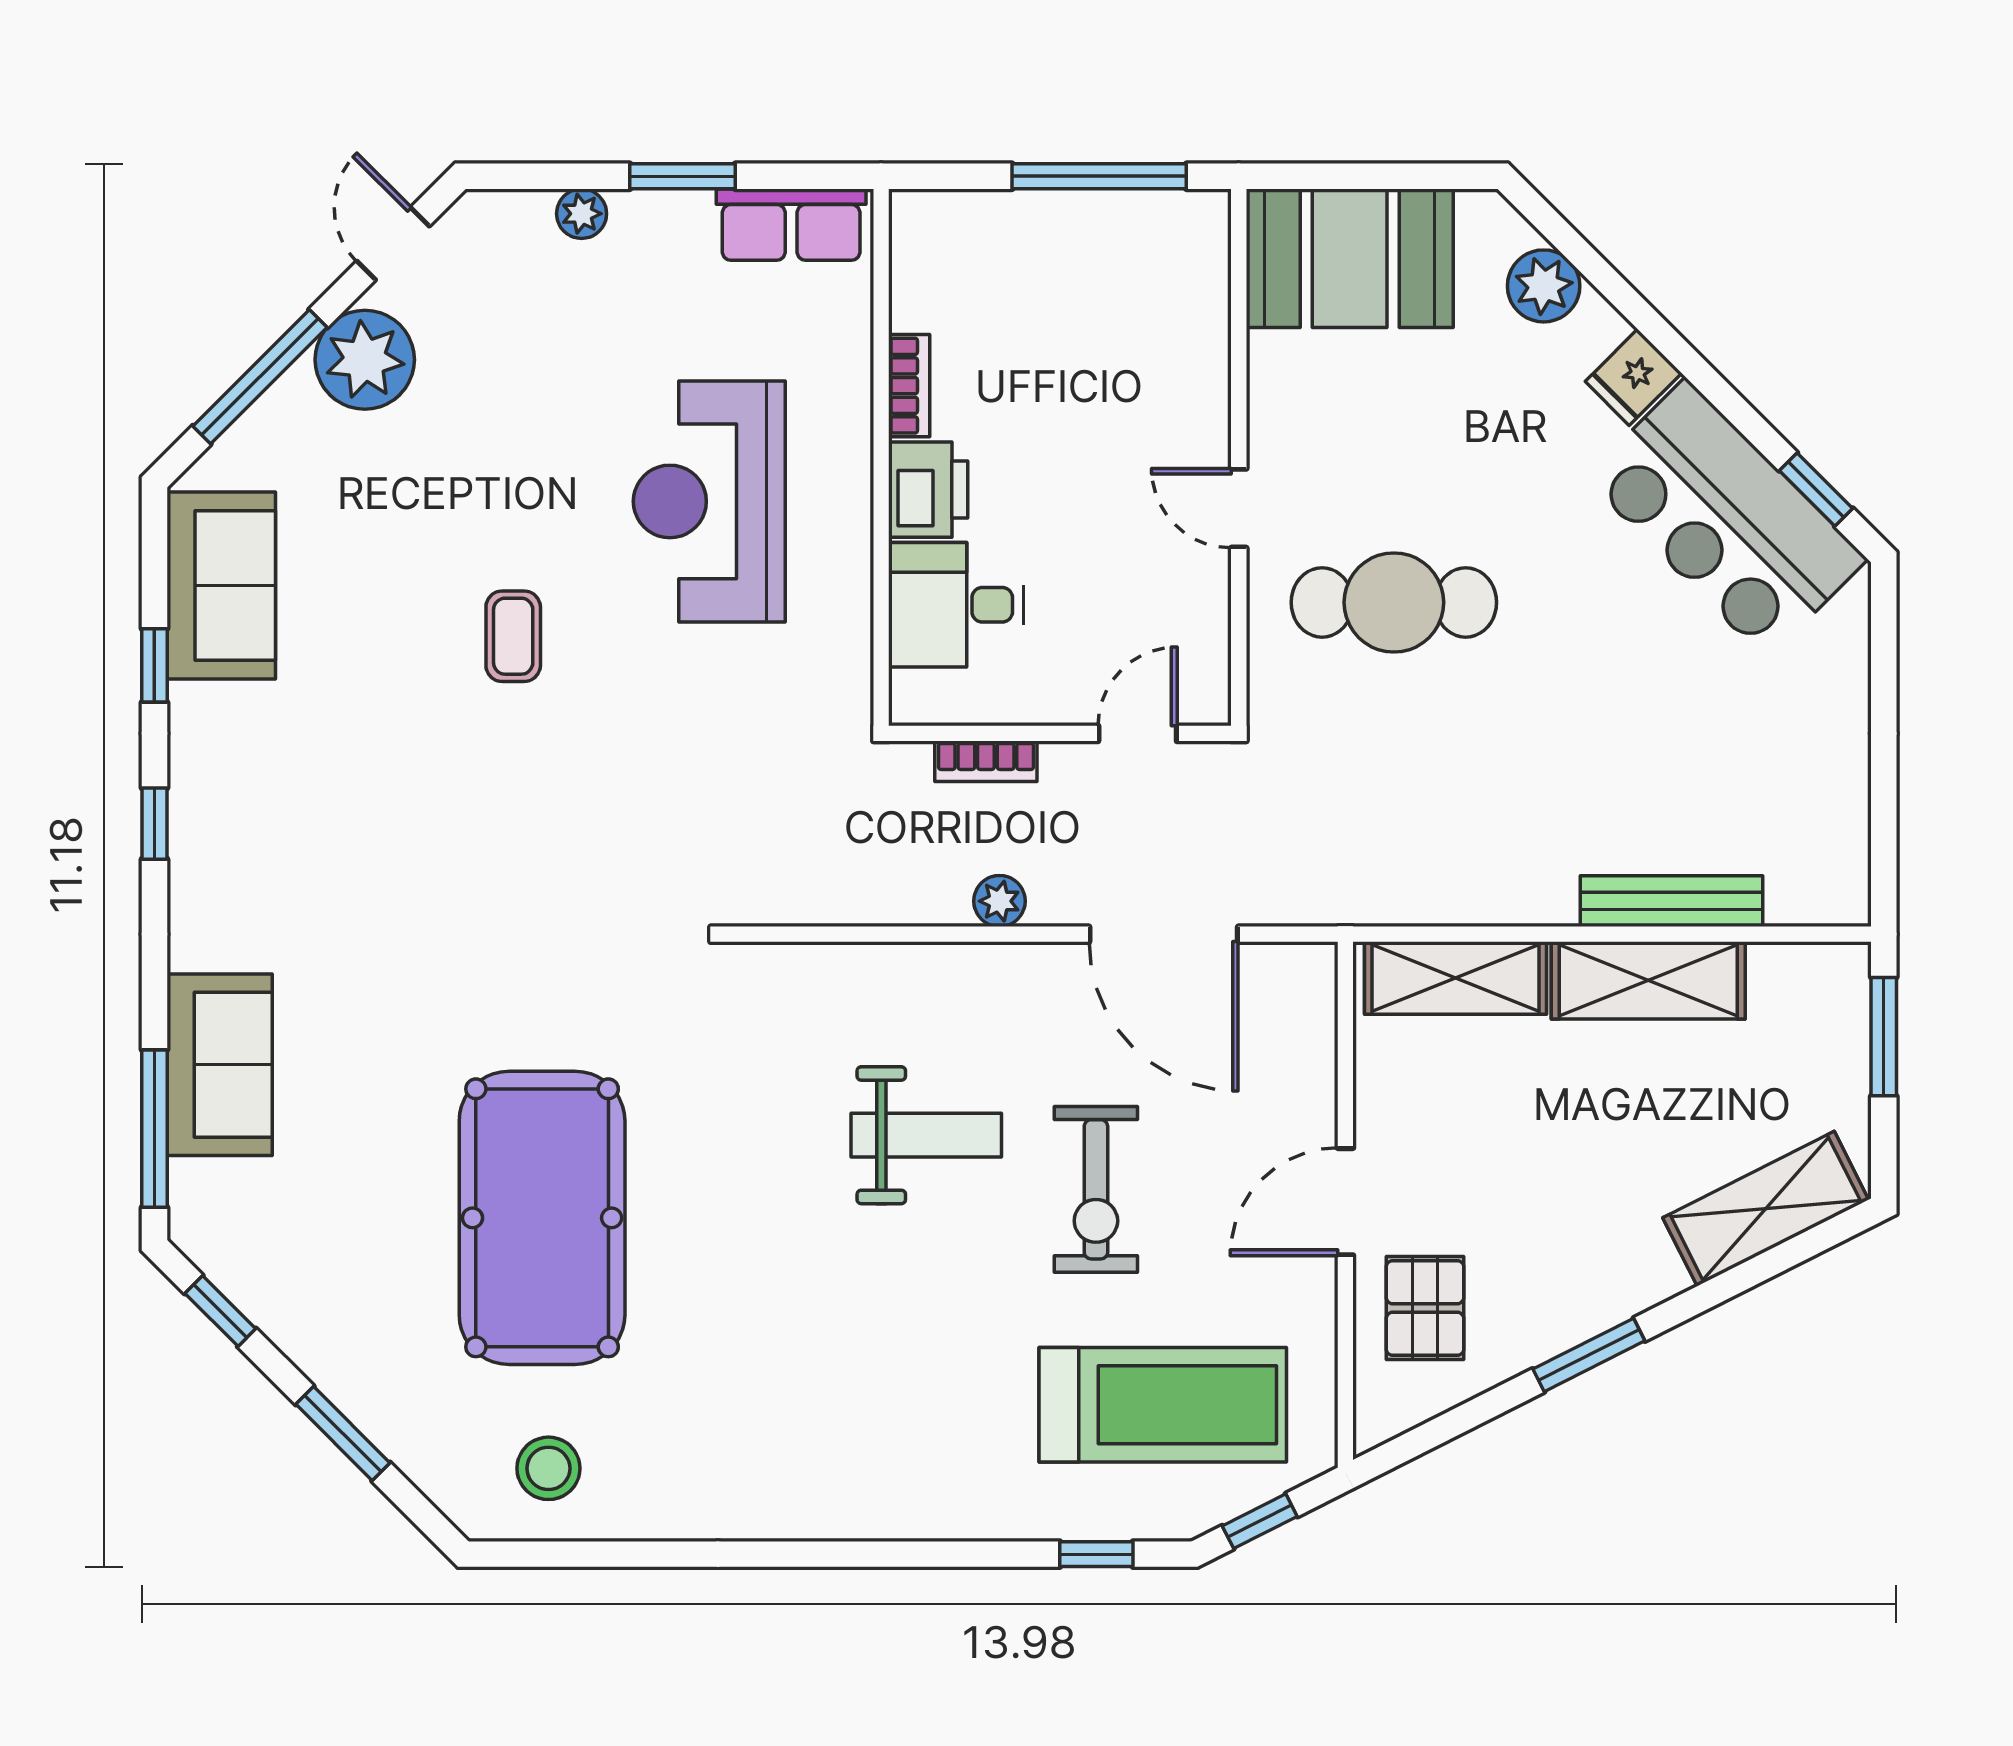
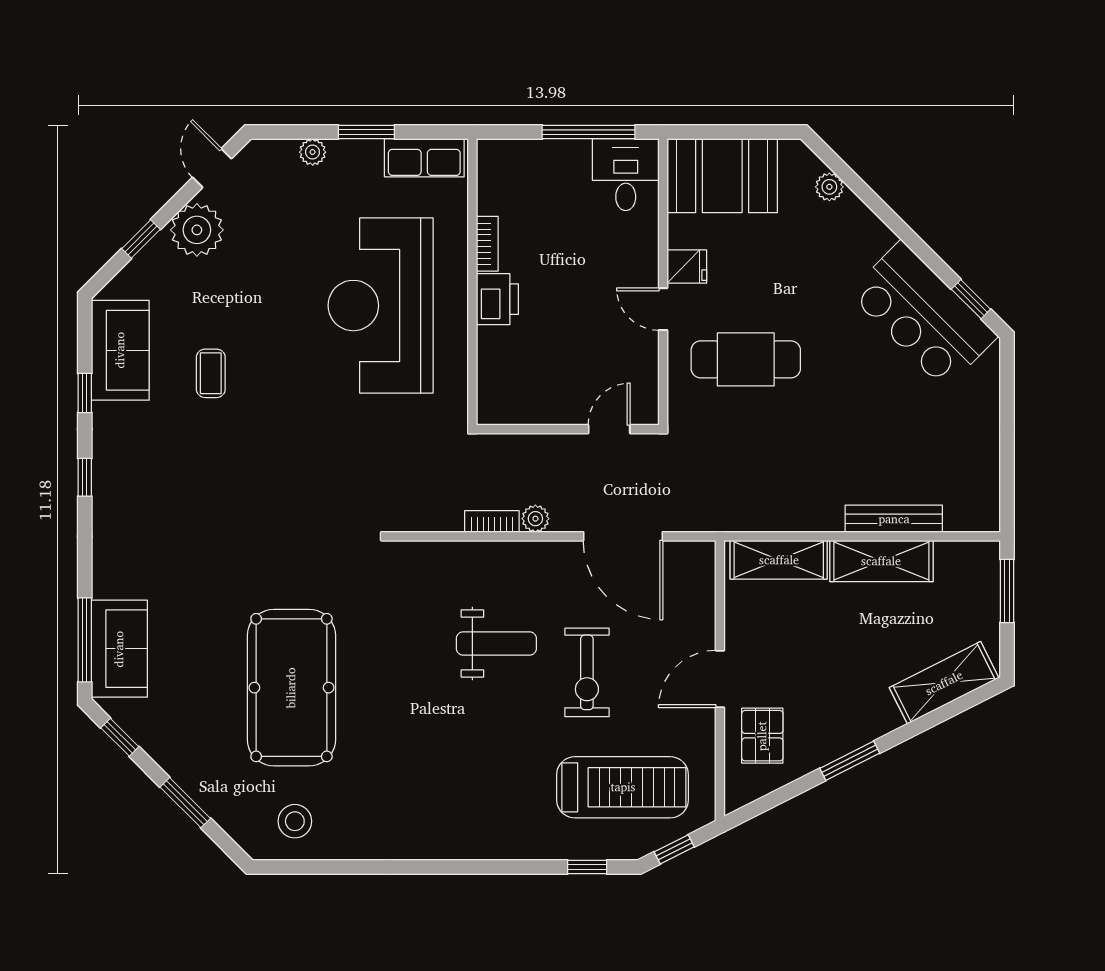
plant: (1544, 286) -> (829, 187), width x0.73, depth x0.73
window: (260, 377) -> (141, 239), width x0.46
fridge: (1633, 377) -> (687, 267), moved, turned -135
reception desk: (709, 501) -> (381, 306), width x1.36, depth x1.30
desk: (956, 605) -> (626, 175), moved, turned 90
coffee table: (513, 636) -> (211, 373), moved
bookcase: (986, 761) -> (492, 521), moved, turned 180
sofa: (220, 1065) -> (119, 649), moved

